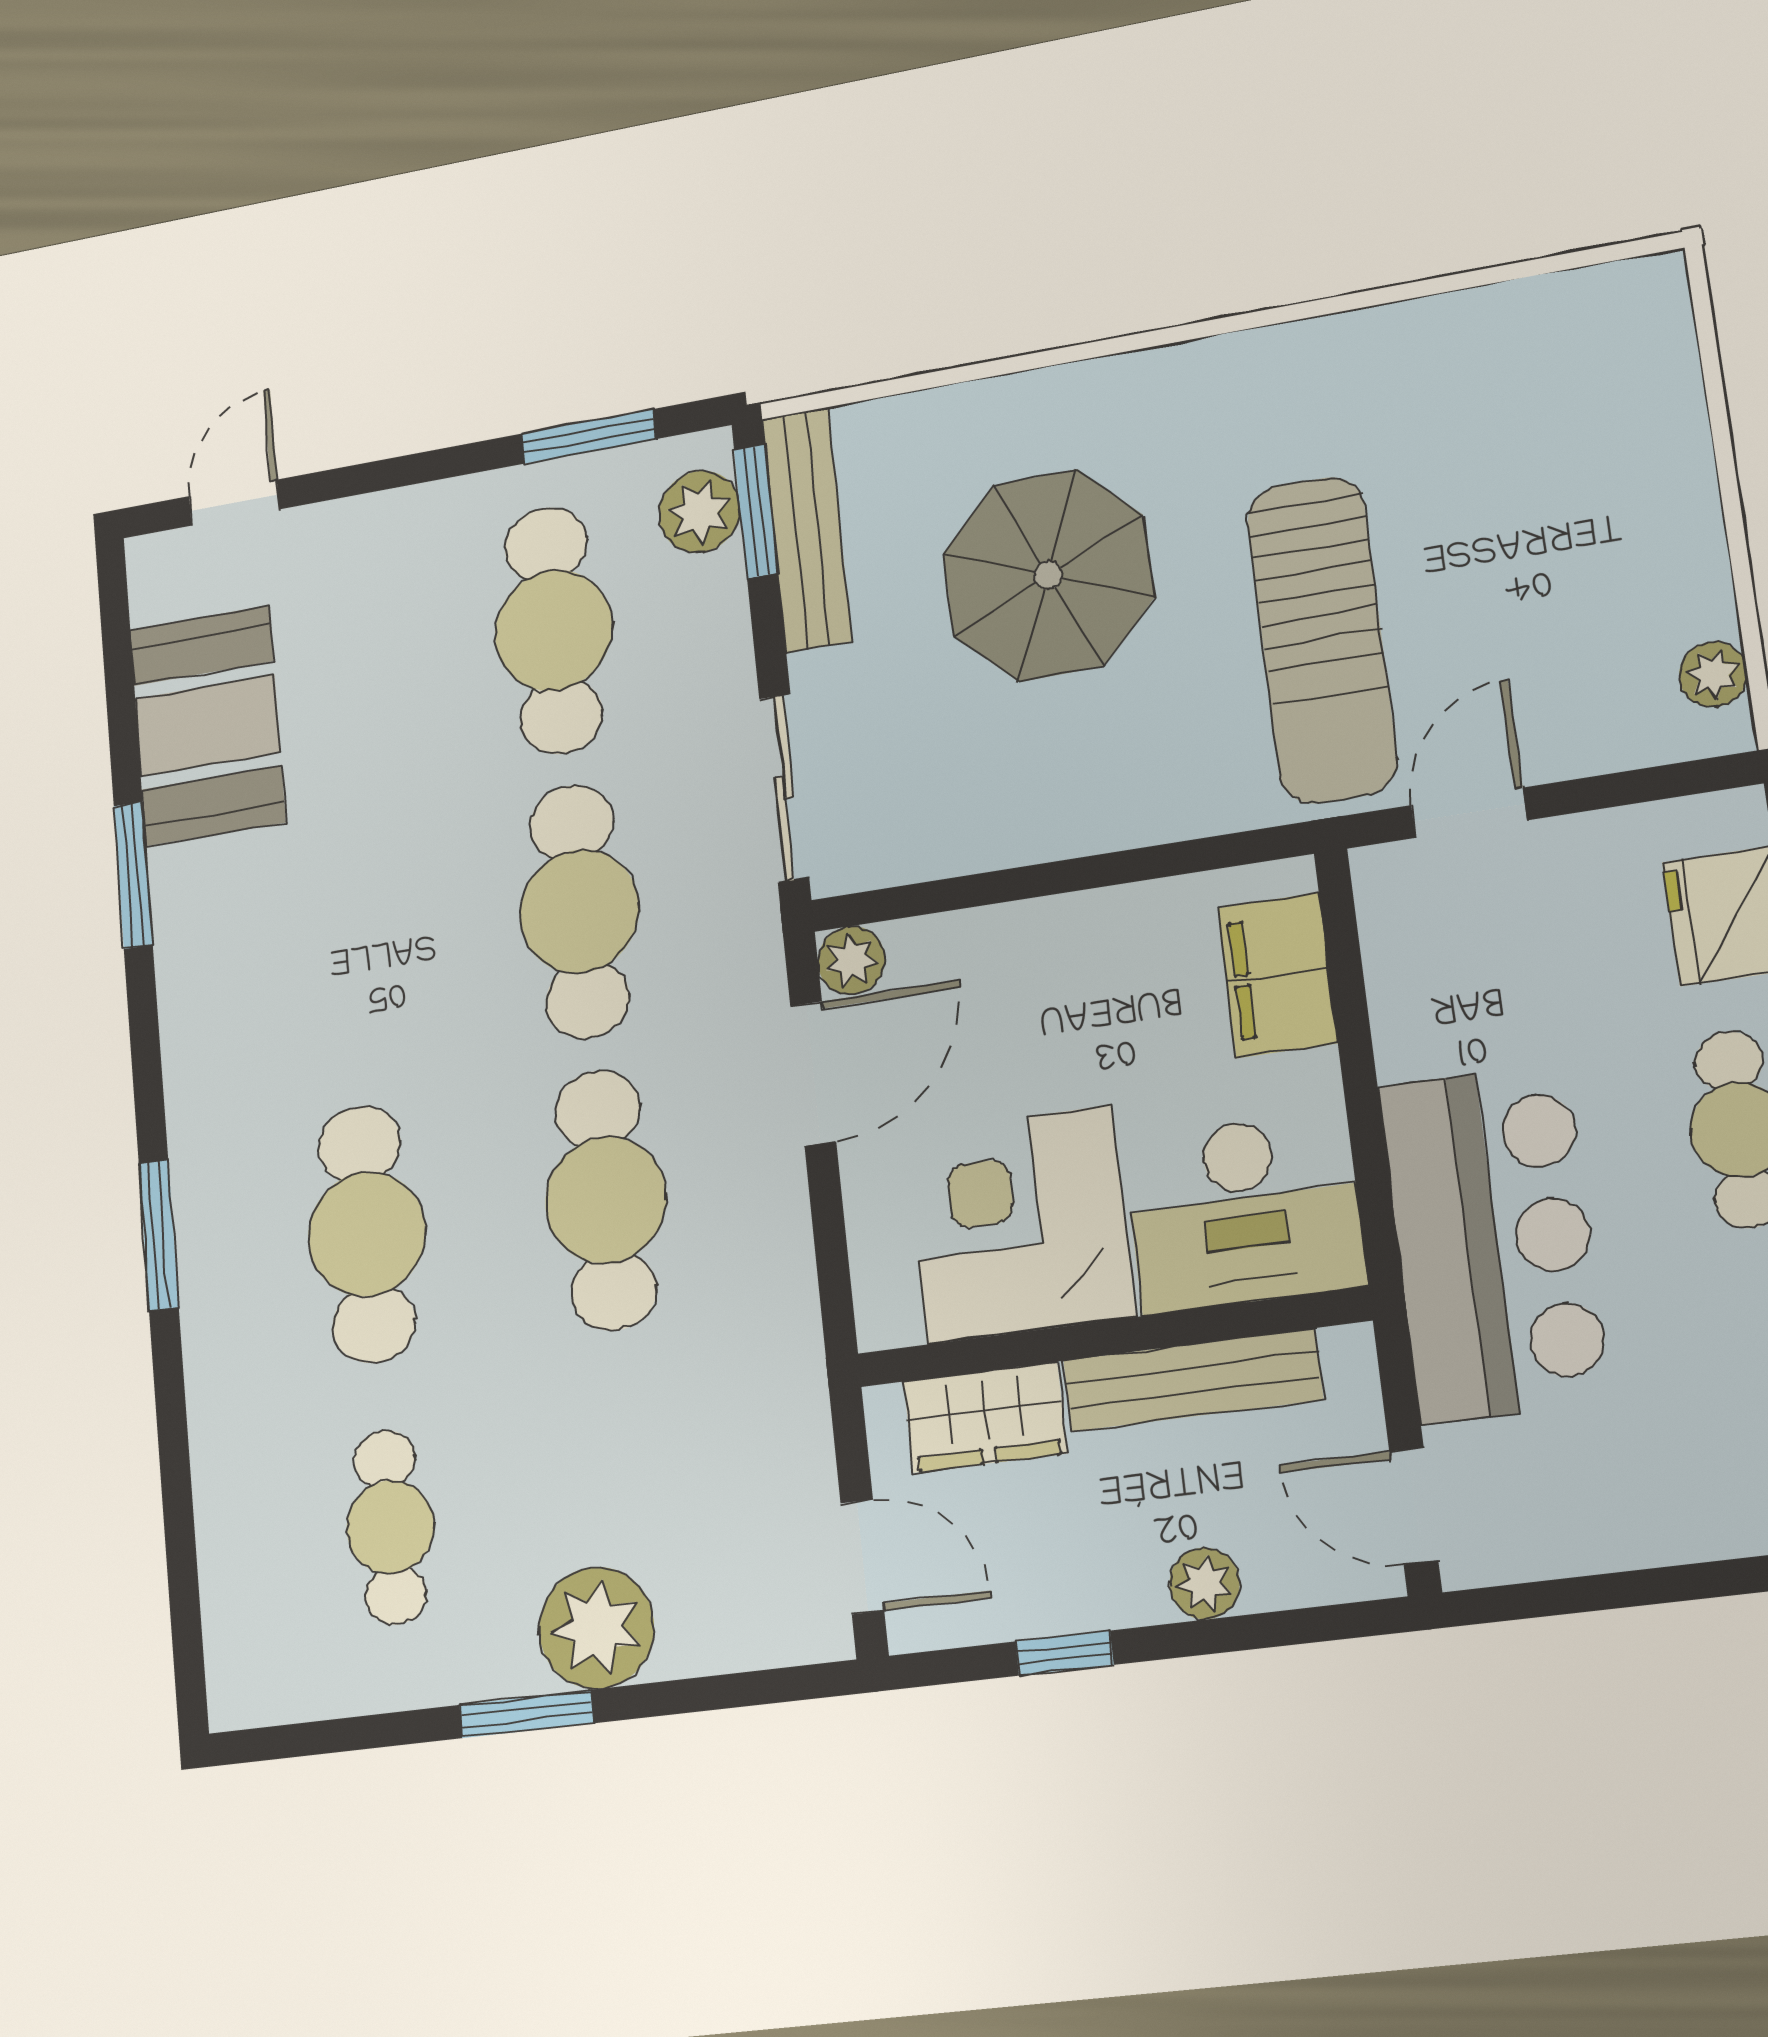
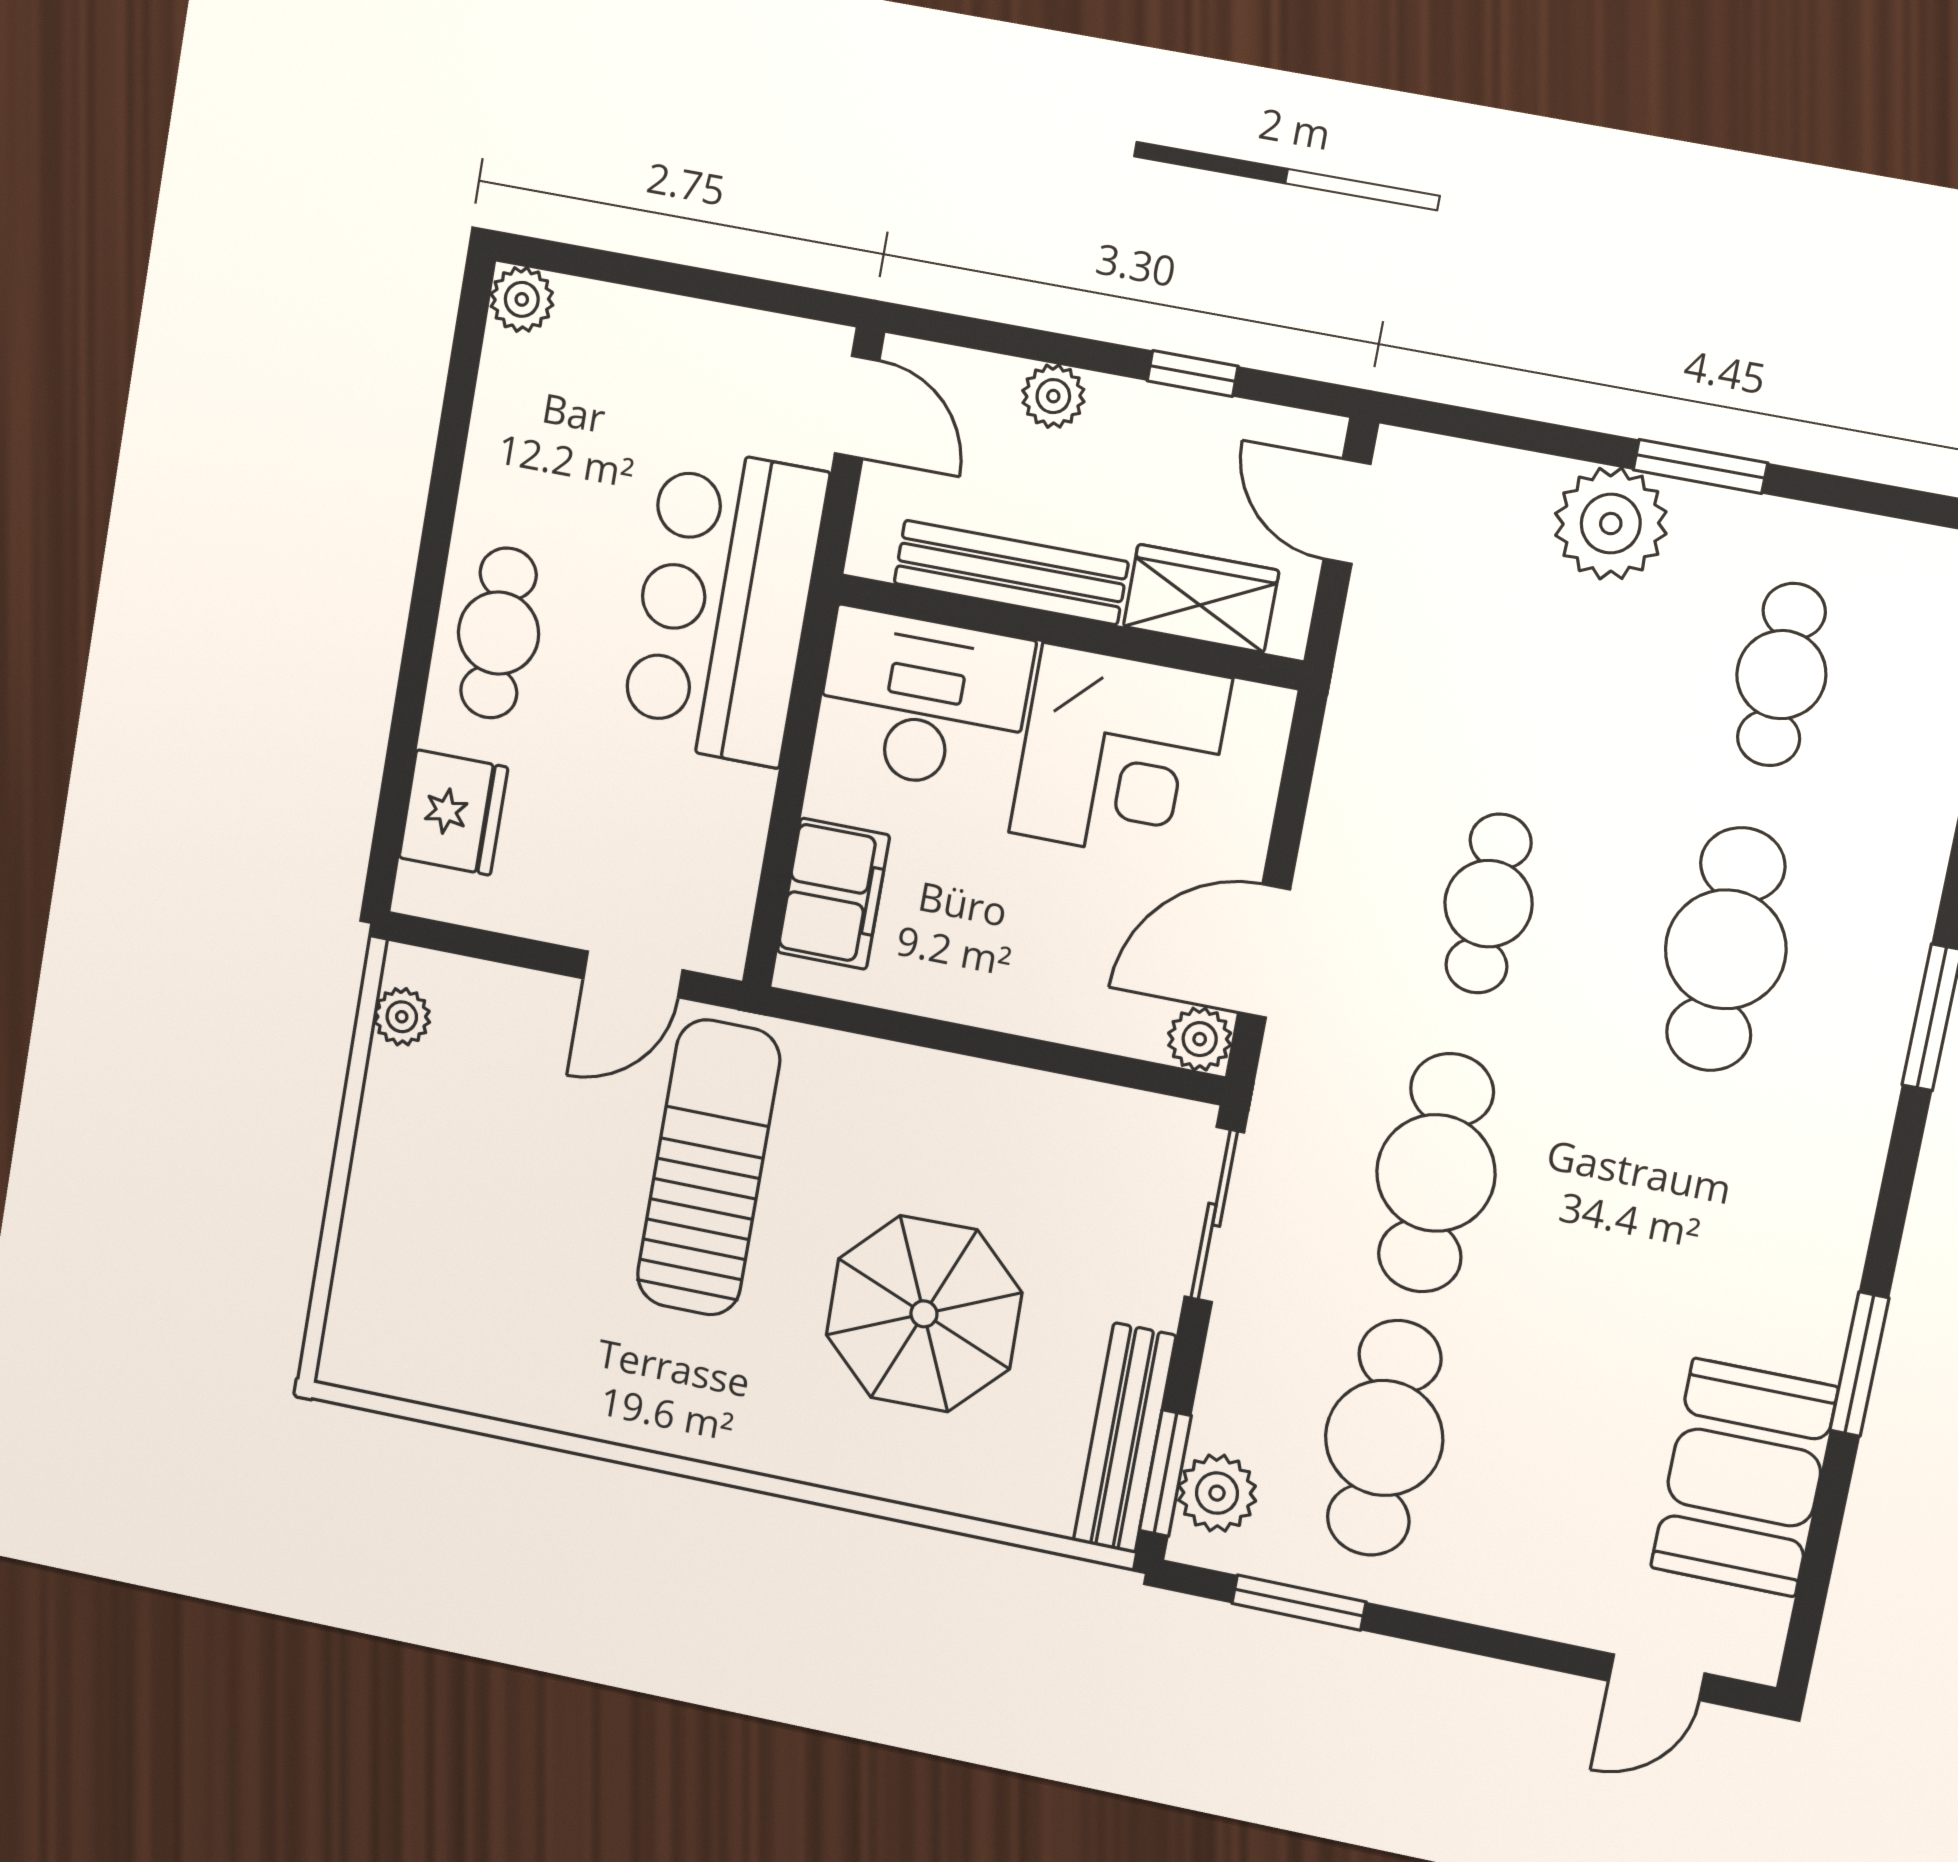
cafe table: (606, 1200) -> (1489, 904), width x0.73, depth x0.74

